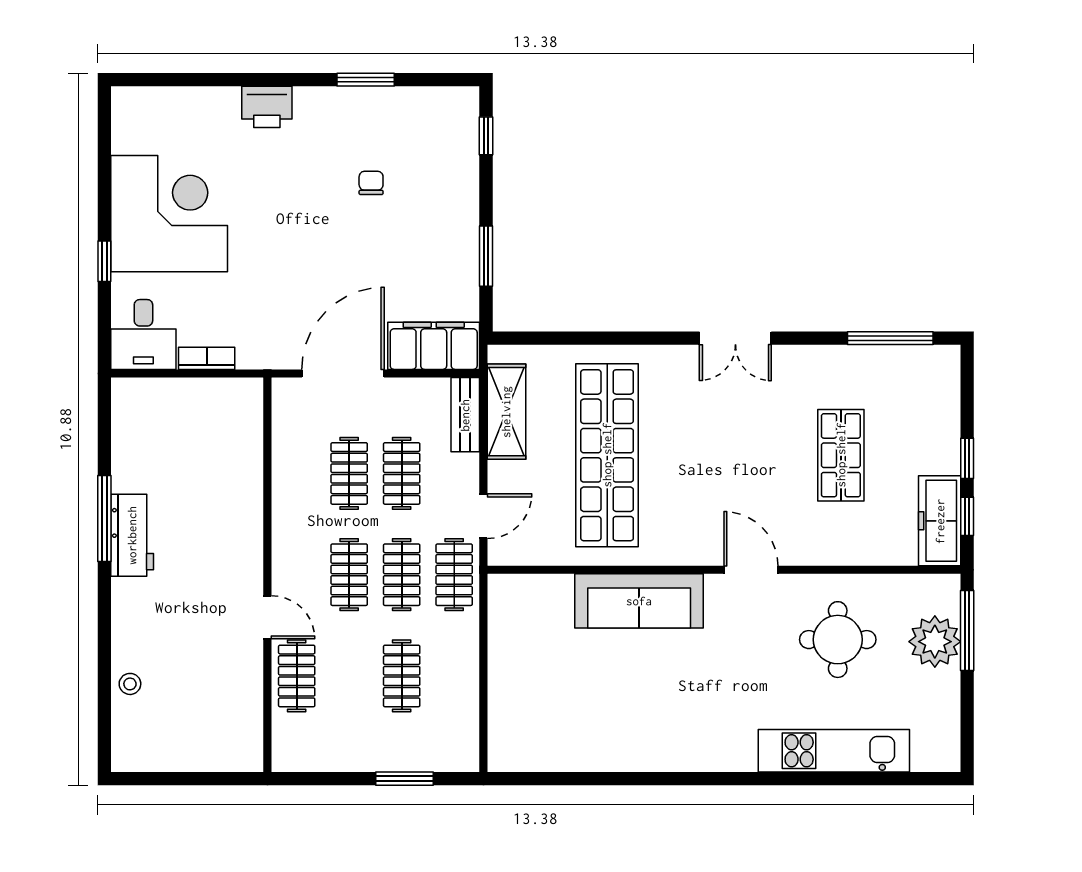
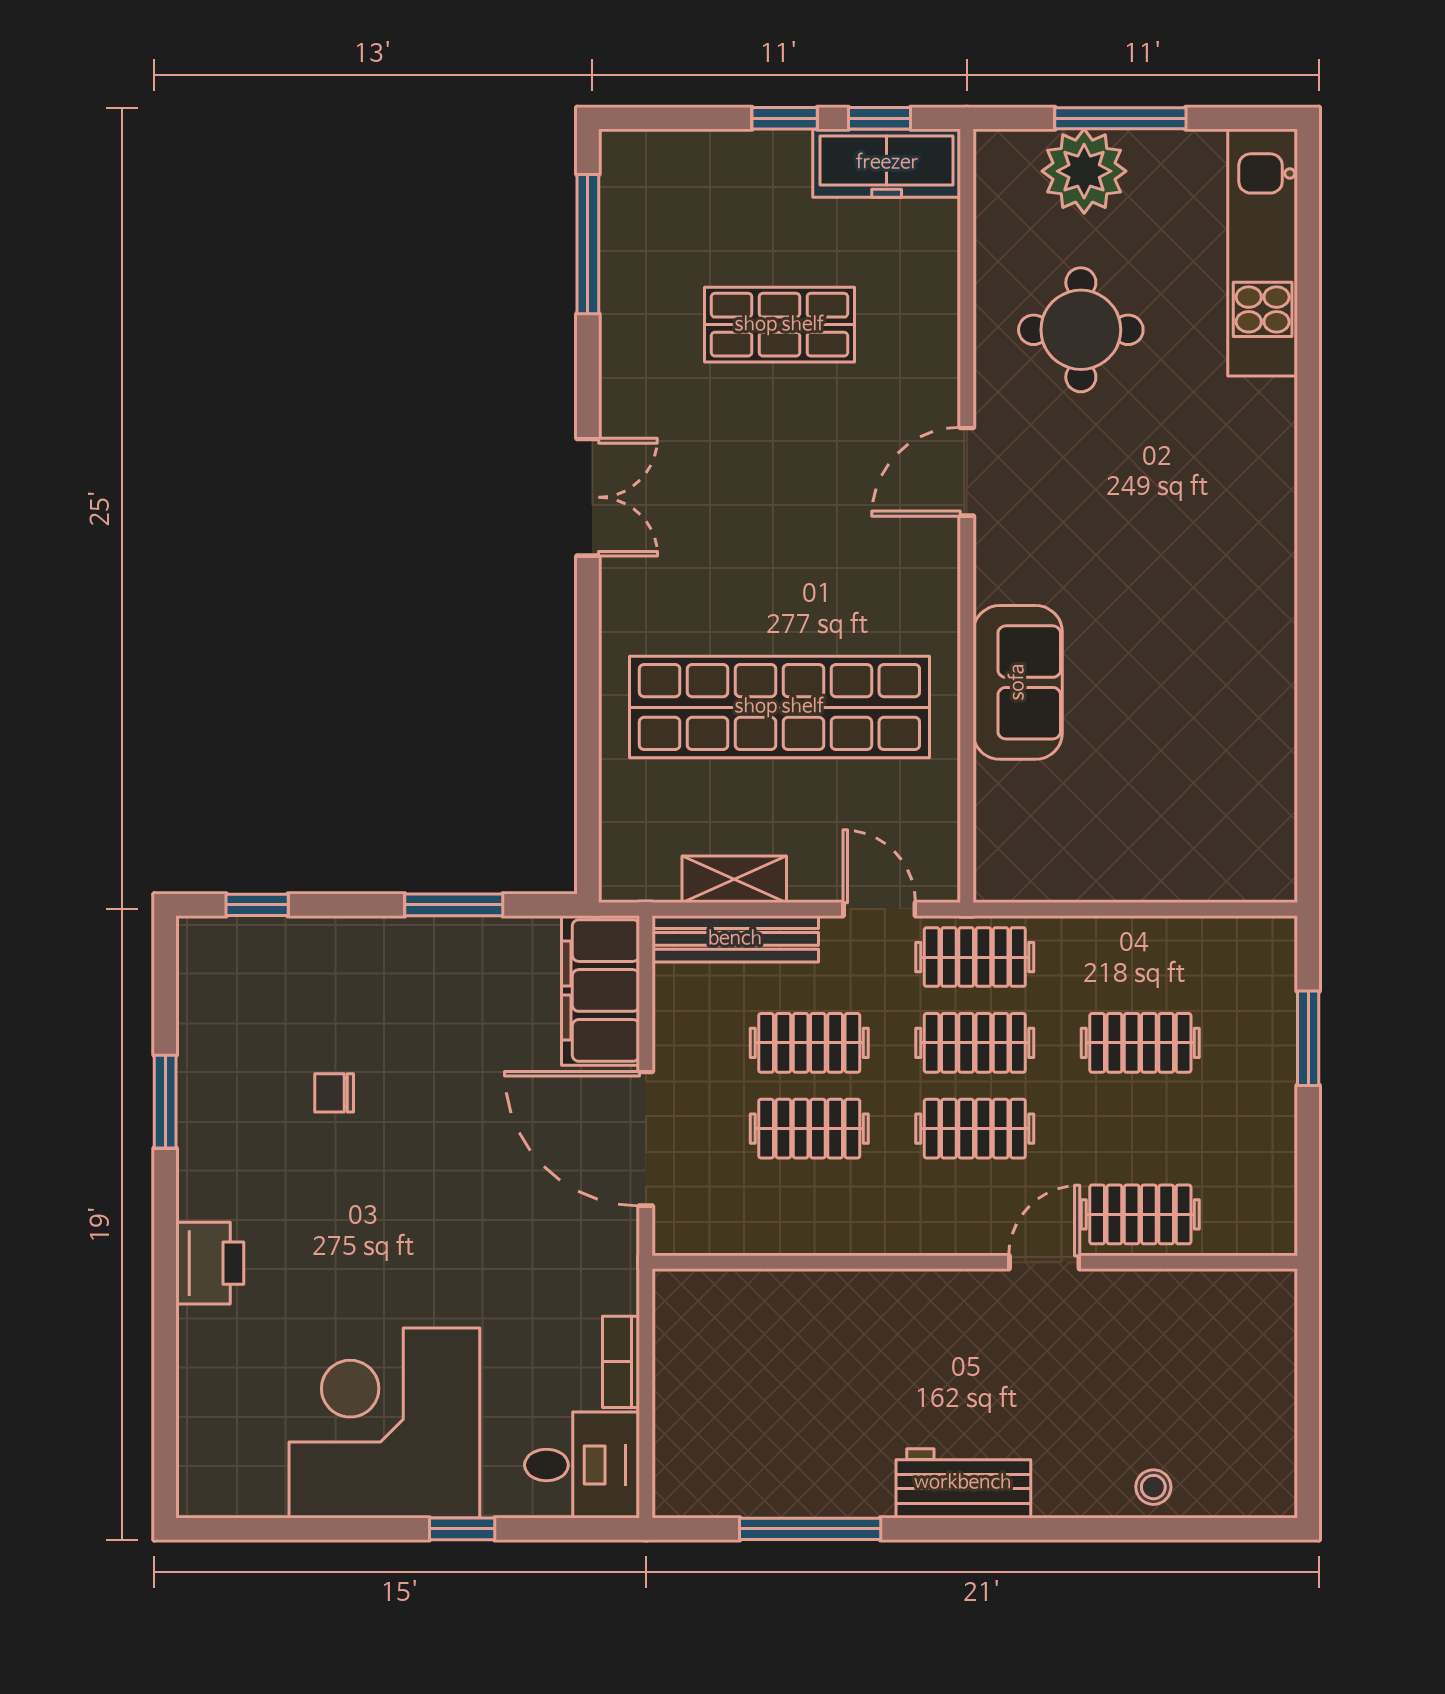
shelving: (506, 412) -> (734, 879), width x0.67, depth x0.75
bench: (465, 415) -> (735, 939), width x1.36
window: (104, 519) -> (810, 1529), moved
workbench: (132, 535) -> (963, 1483), moved
sofa: (639, 601) -> (1018, 682), width x0.73
window: (967, 631) -> (1120, 118), moved
kitchen unit: (834, 751) -> (1263, 253), moved

